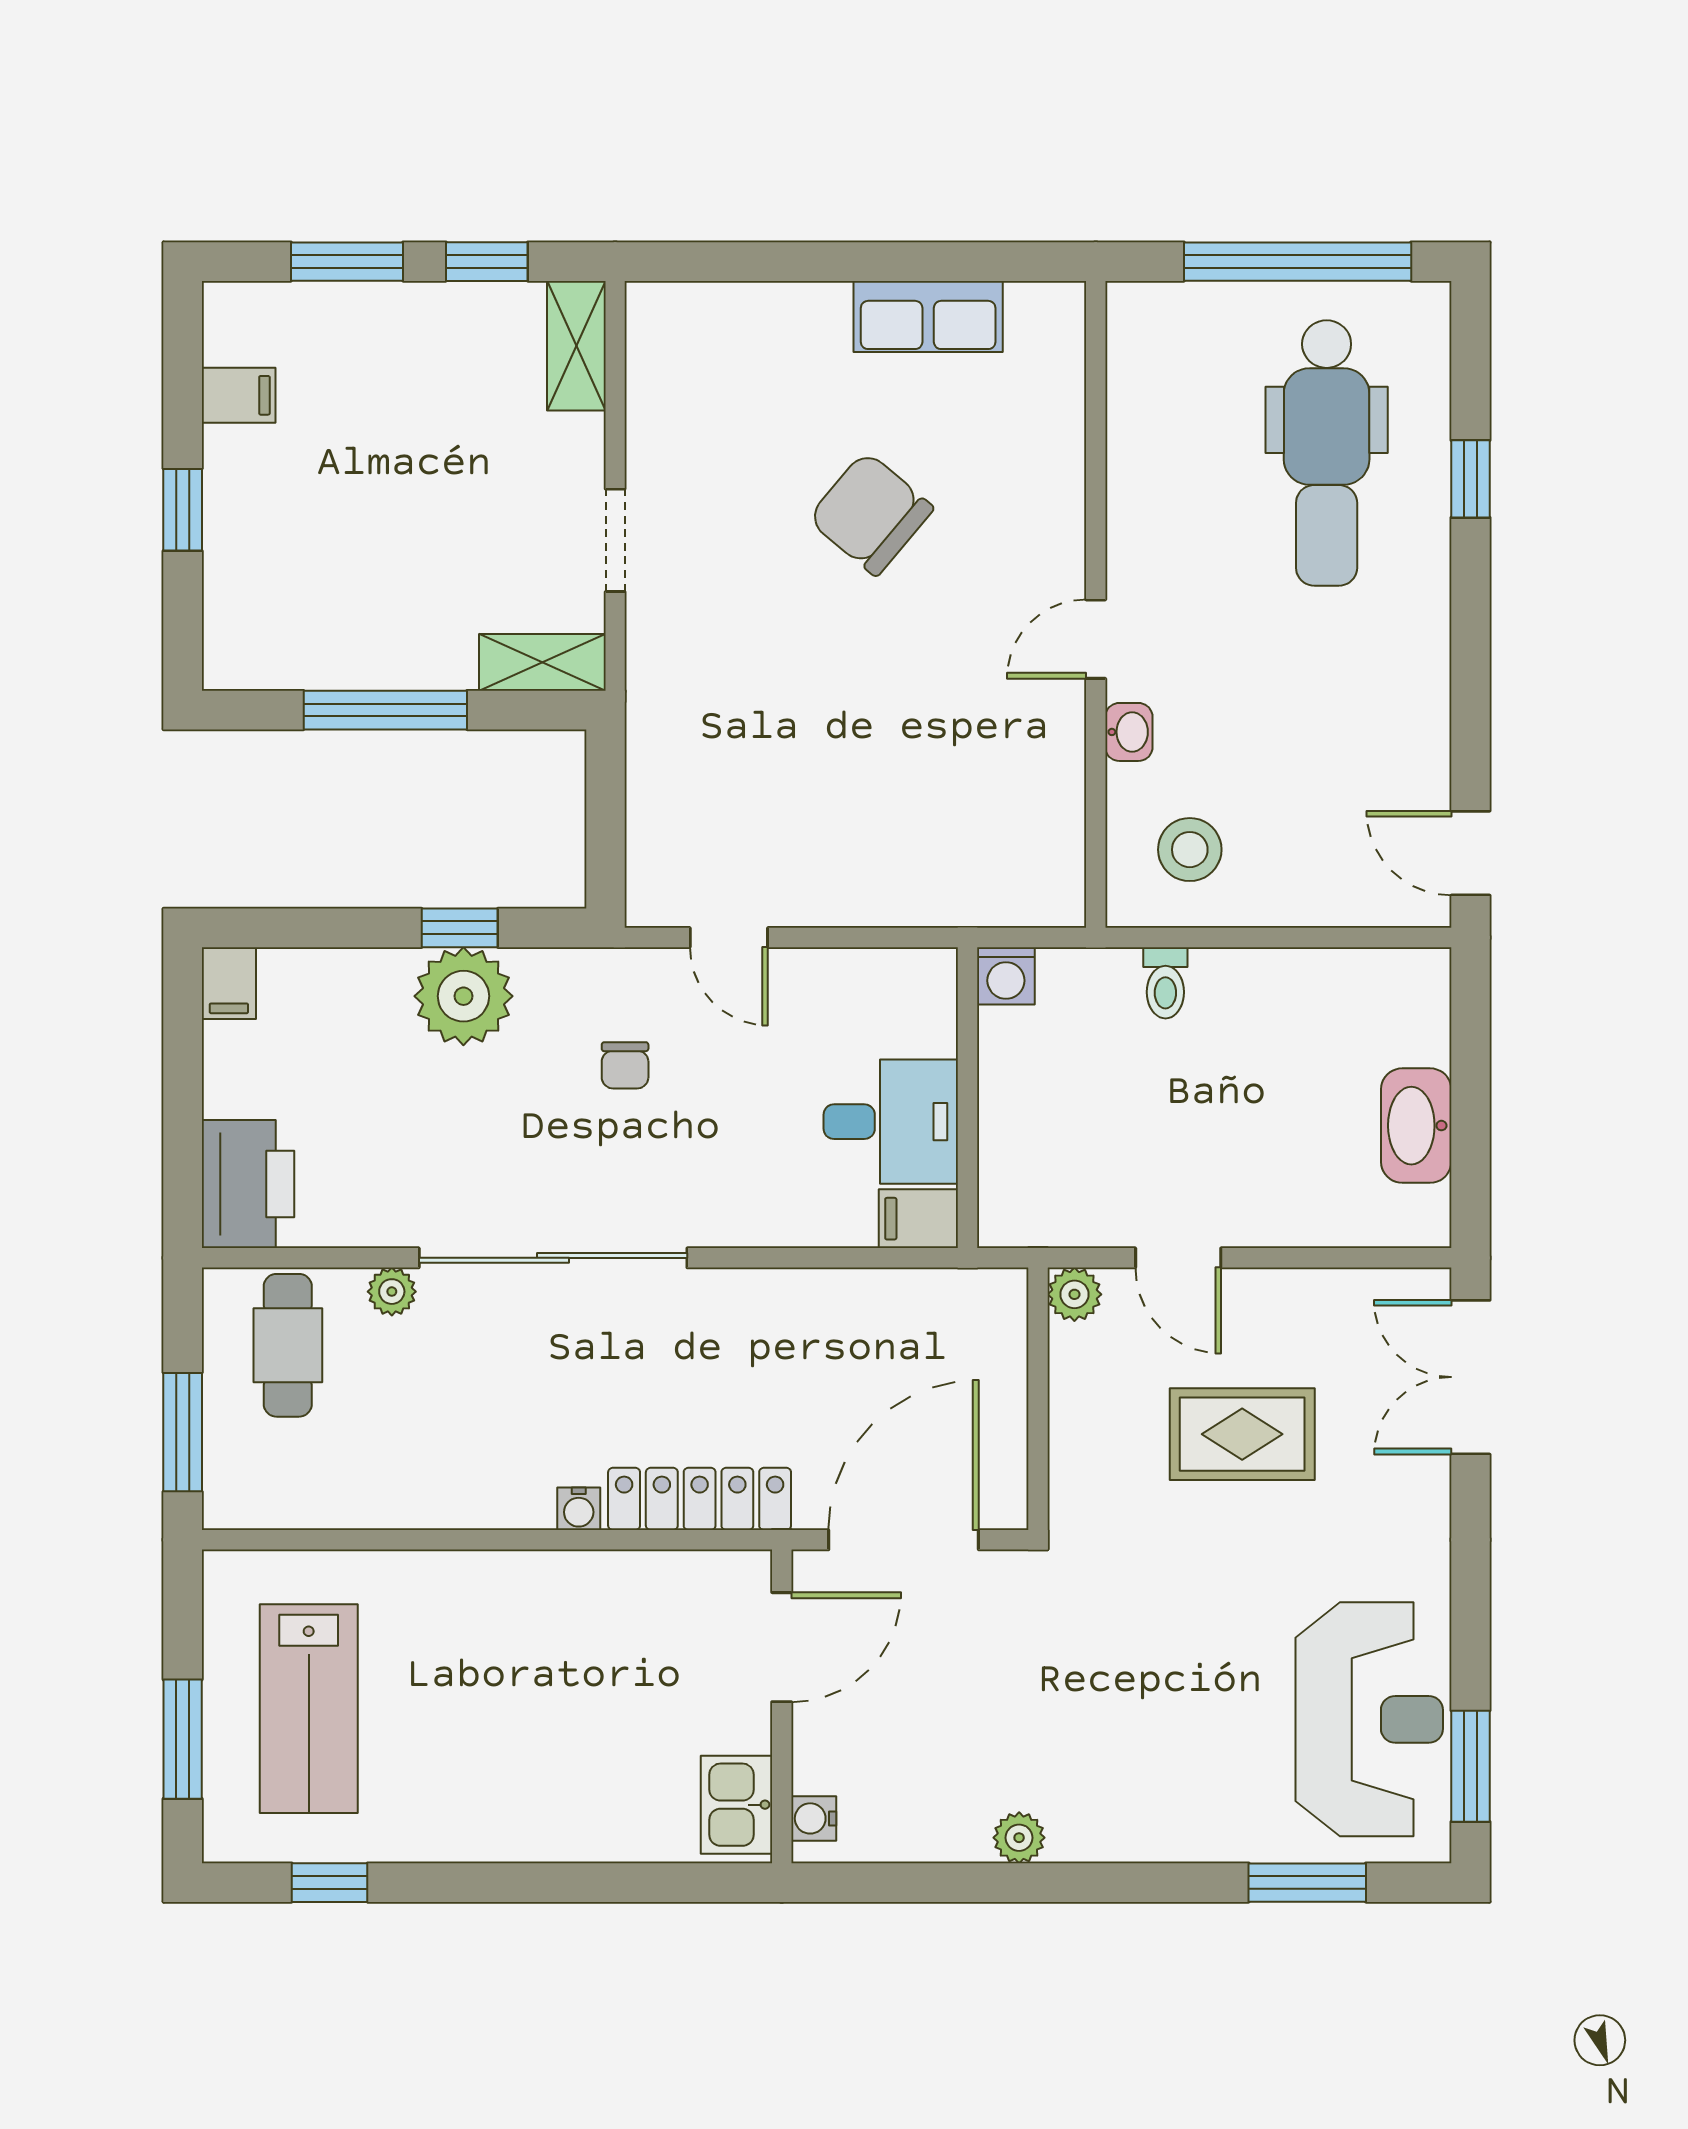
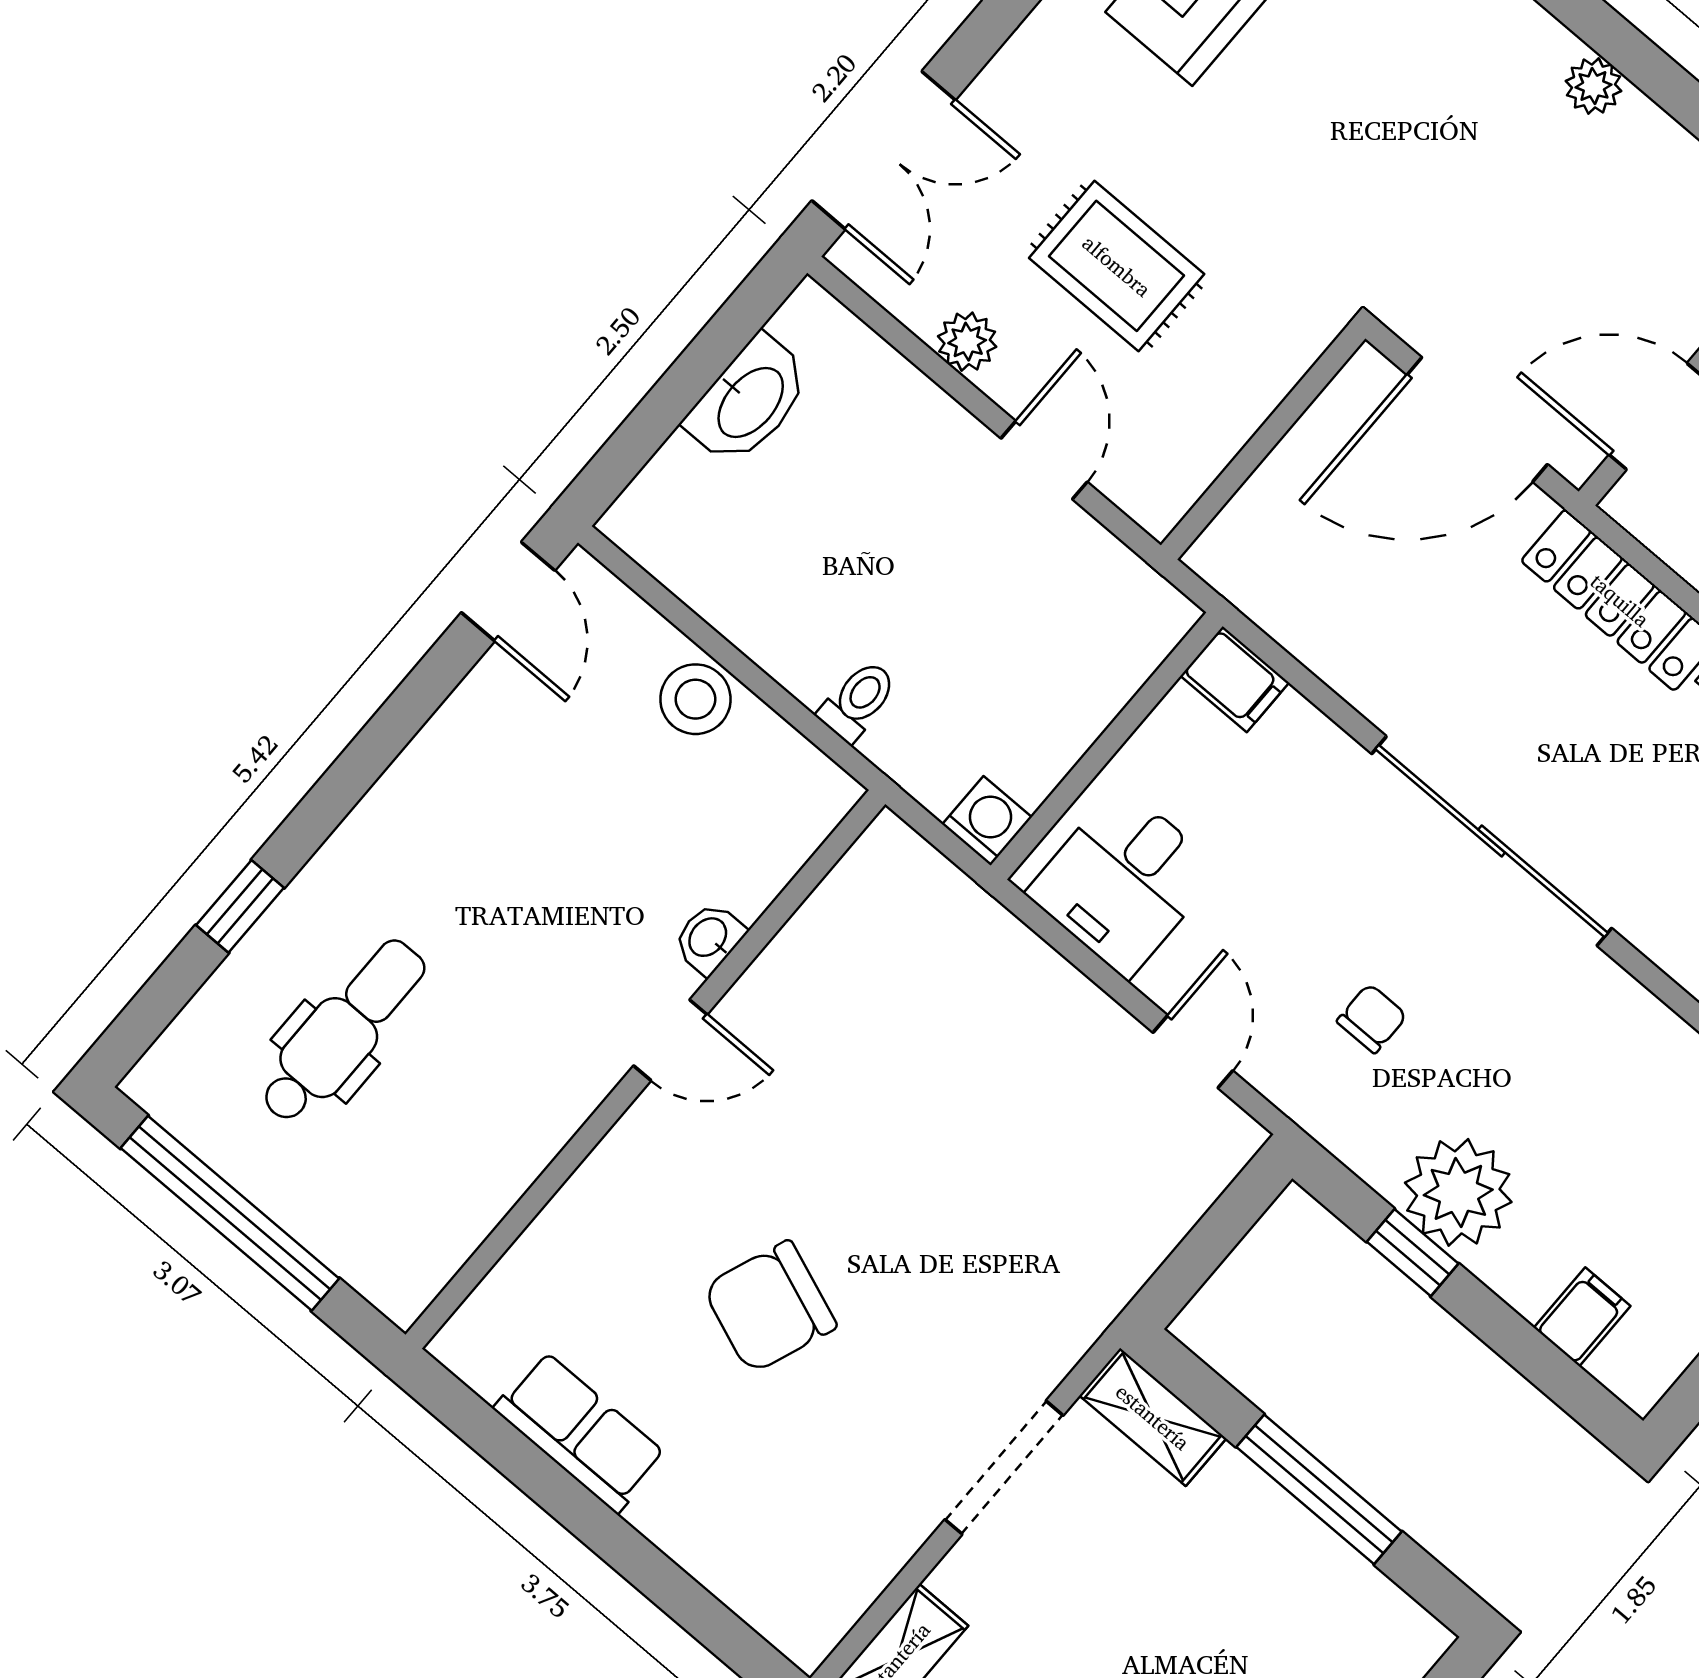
dental chair: (1327, 453) -> (343, 1031), width x0.73, depth x0.72
chair: (871, 514) -> (770, 1307), turned 71
doorway: (615, 540) -> (1004, 1468), width x1.38
stool: (1190, 850) -> (695, 699), moved
filing cabinet: (229, 983) -> (1582, 1317), moved
desk: (891, 1122) -> (1124, 881), moved, turned -90
sliding door: (553, 1258) -> (1492, 841), moved
plant: (1074, 1294) -> (967, 342), moved

